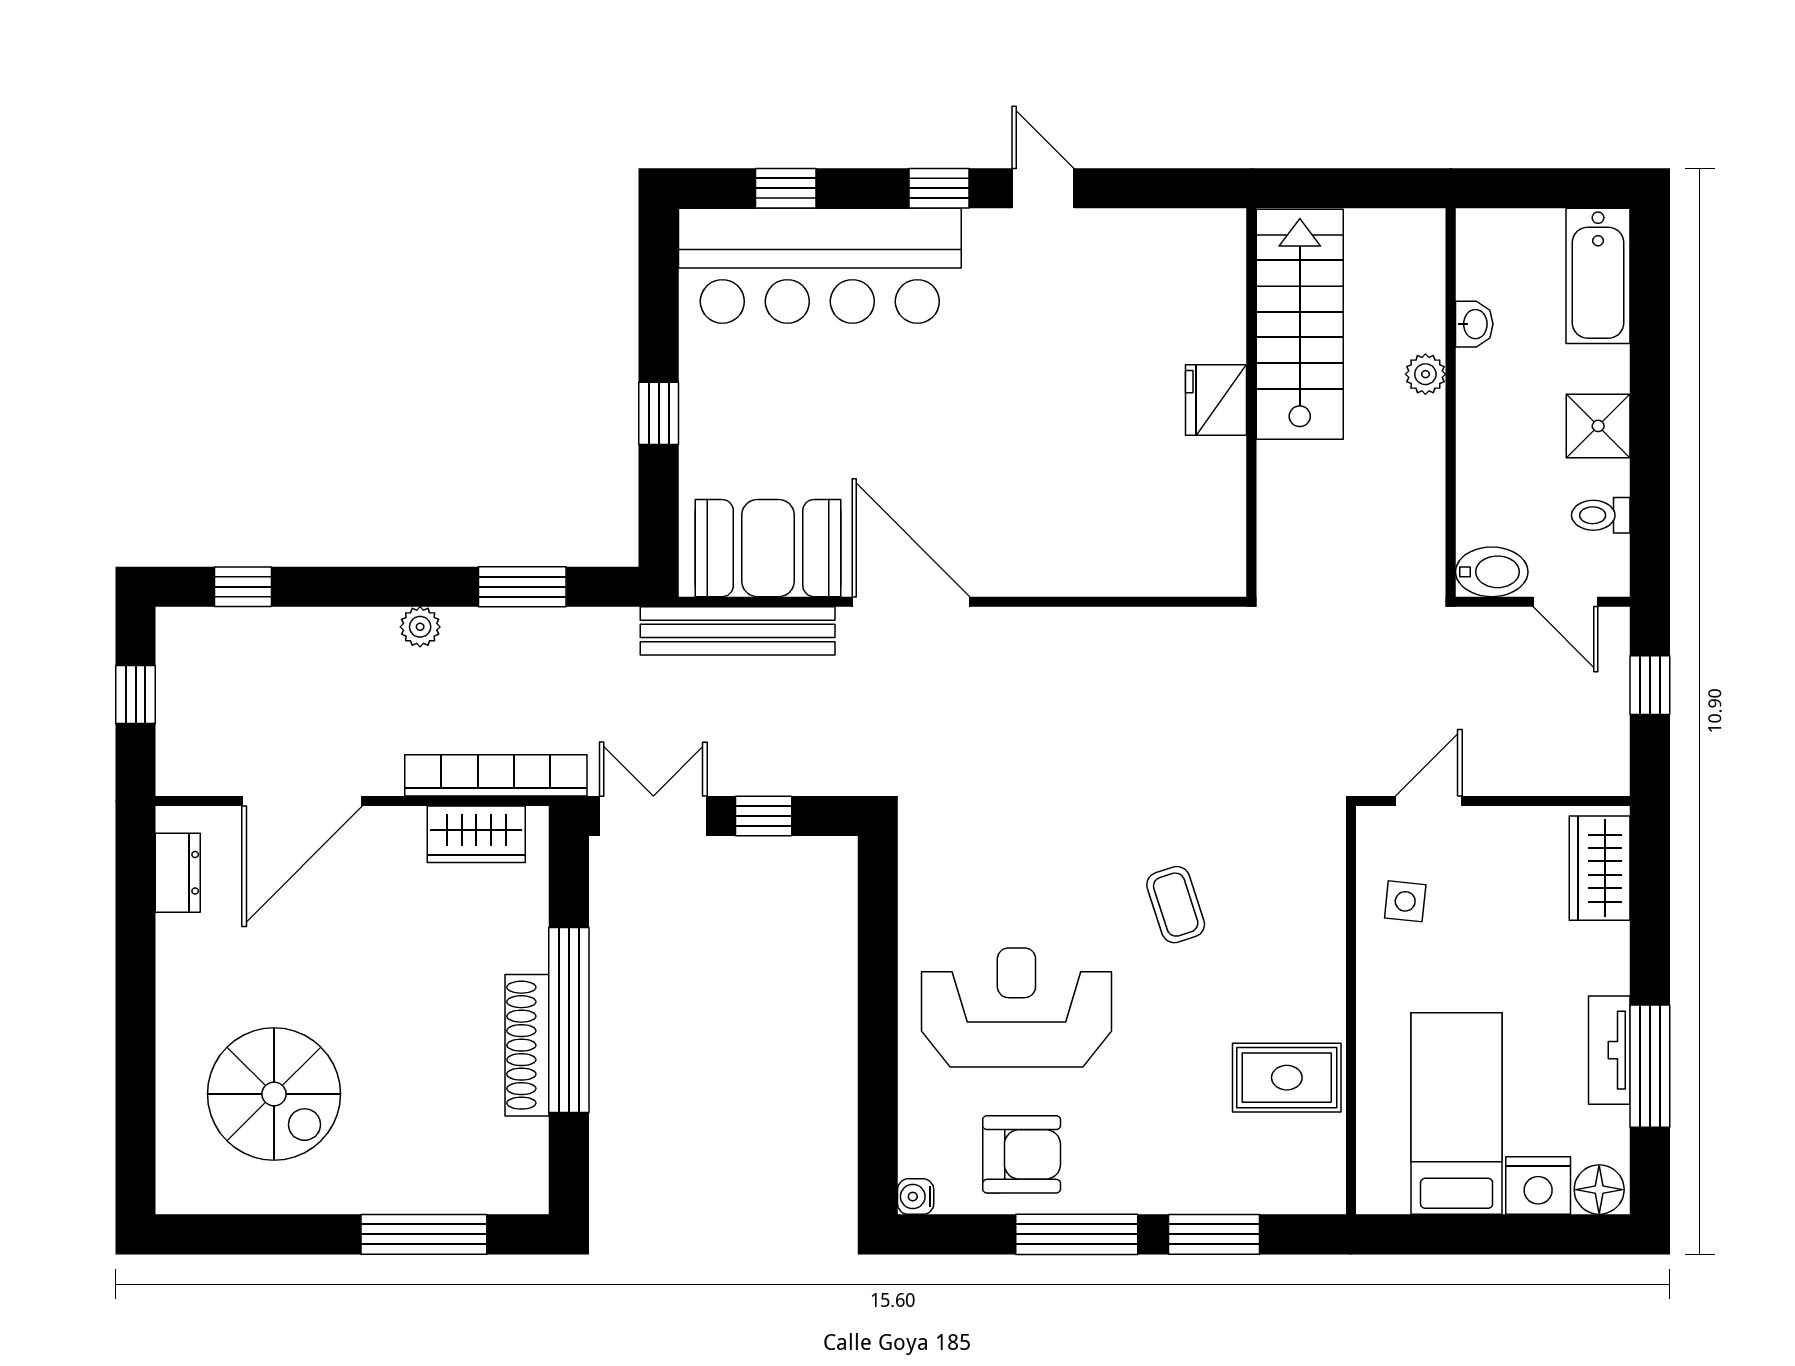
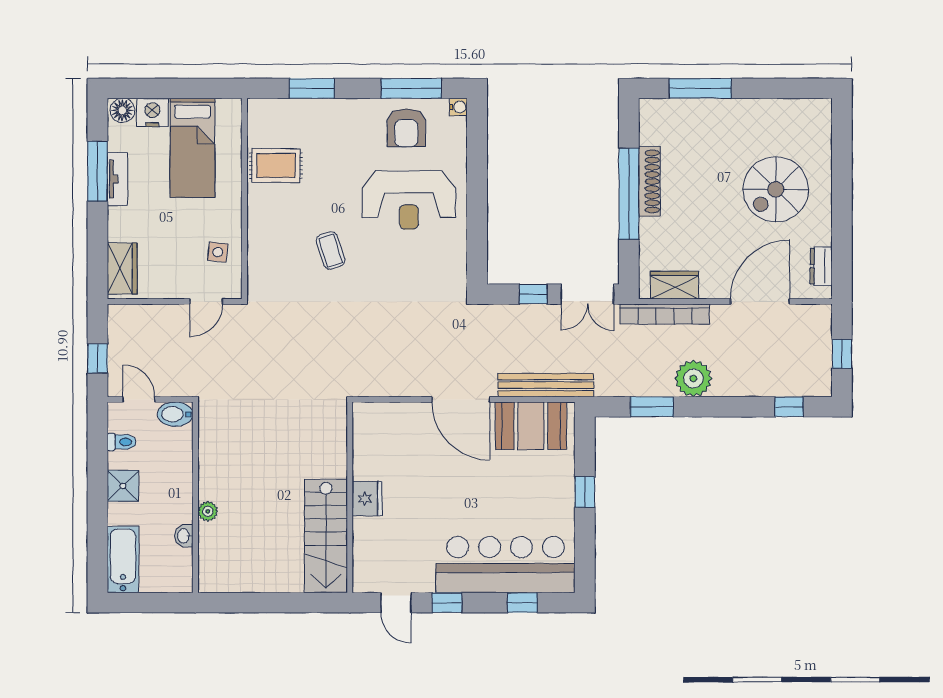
stairs: (1300, 324) -> (326, 536), moved
fridge: (1216, 400) -> (367, 499), moved
wall: (1251, 402) -> (350, 497), moved
plant: (420, 627) -> (693, 378), width x1.87, depth x1.87
spiral stairs: (274, 1094) -> (776, 189), moved, turned -90
armchair: (1022, 1154) -> (406, 128), turned -90
window: (1077, 1234) -> (411, 88), moved

